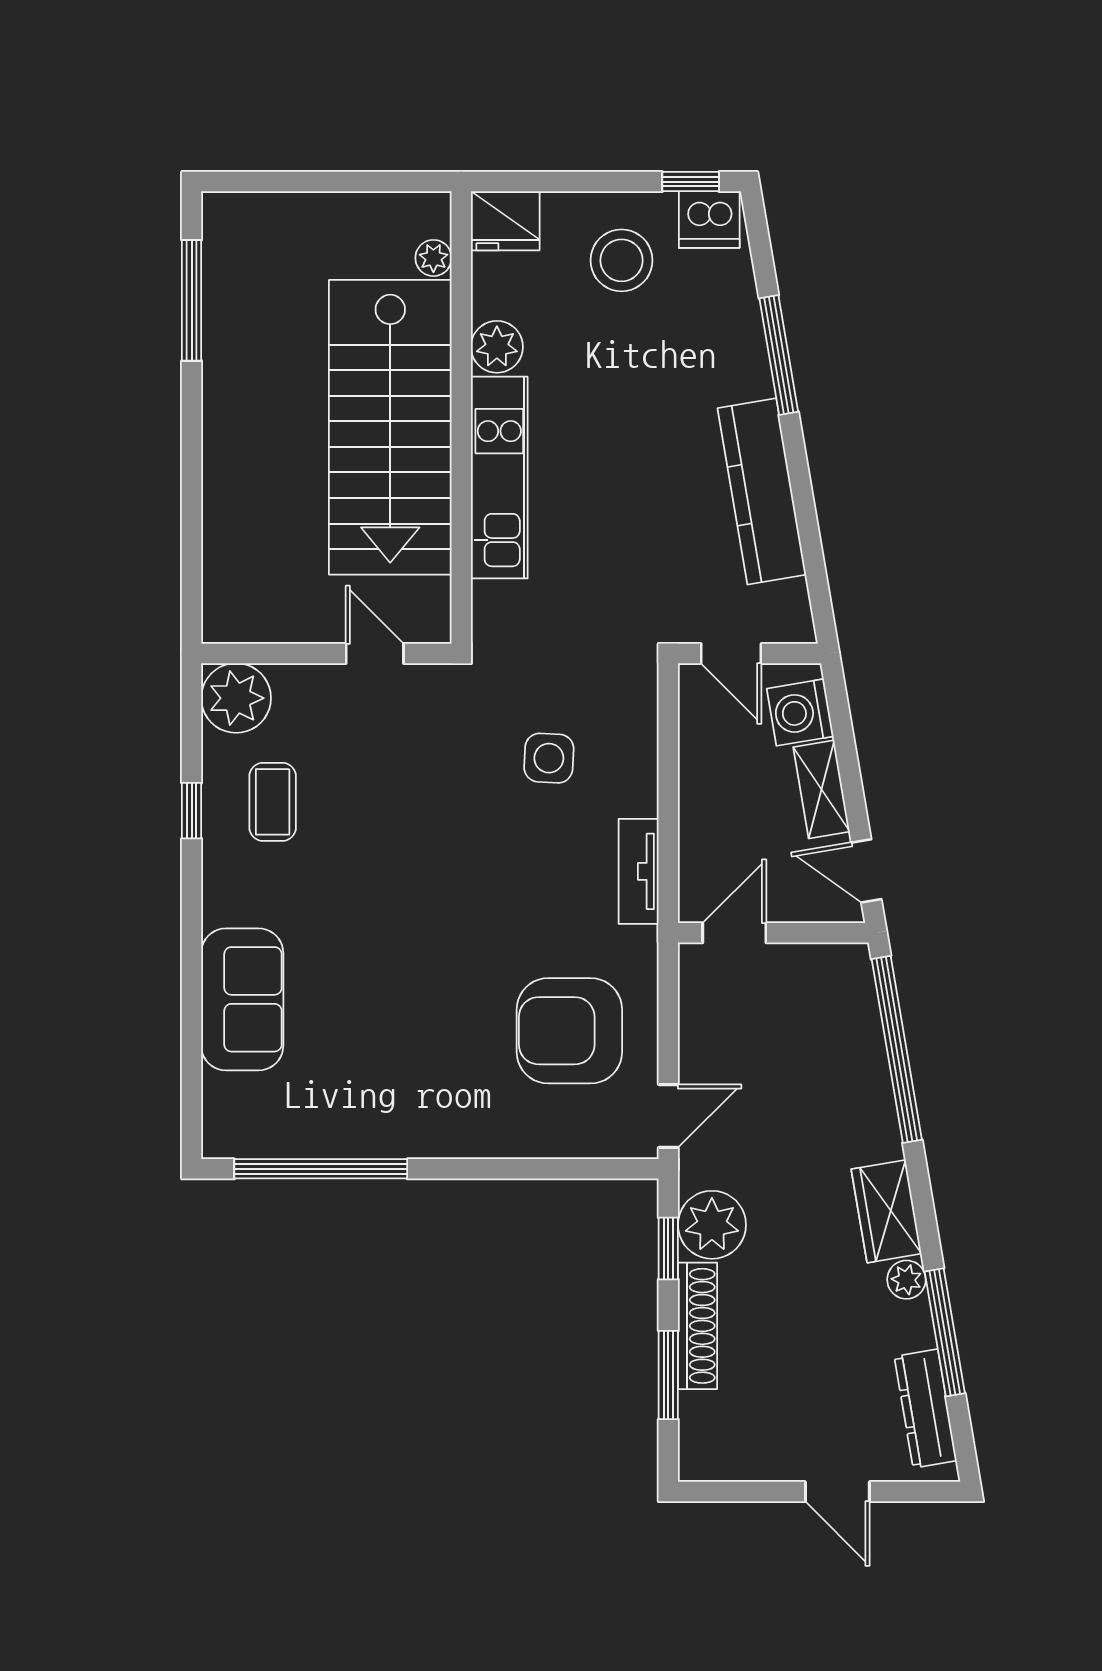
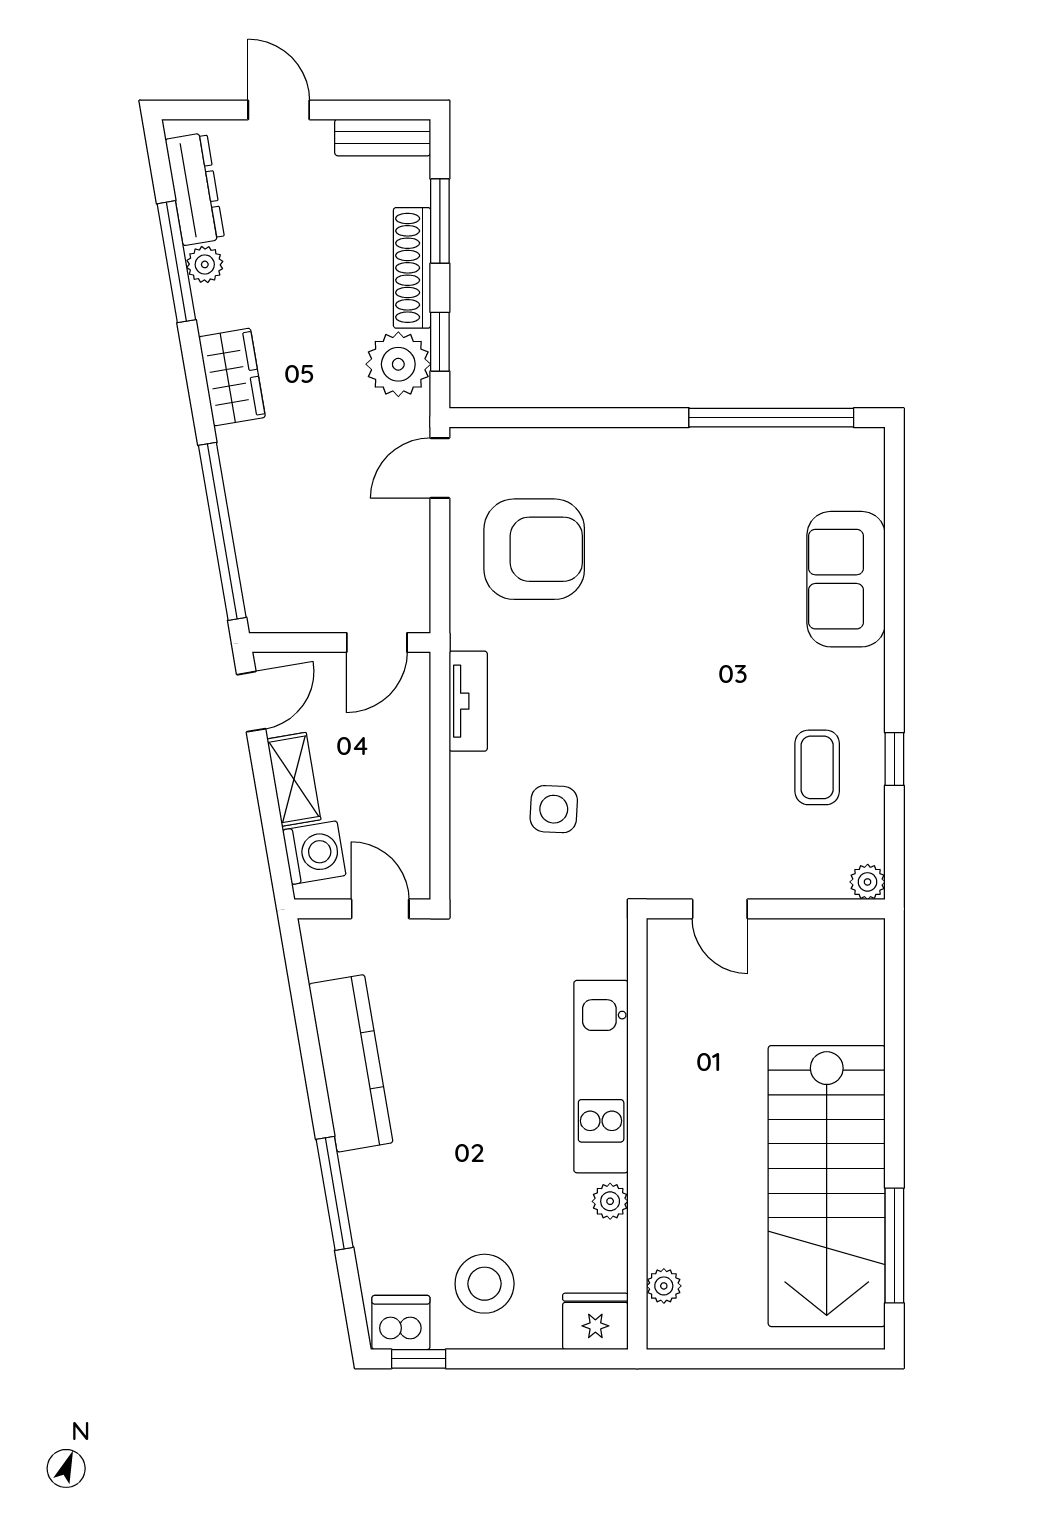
plant: (497, 347) -> (610, 1201), width x0.73, depth x0.73
stairs: (390, 427) -> (827, 1186), moved, turned 180
plant: (236, 698) -> (868, 882), width x0.53, depth x0.53
door: (866, 871) -> (251, 702), hinge flipped
plant: (906, 1280) -> (205, 264), moved
bench: (728, 1463) -> (383, 137), added

